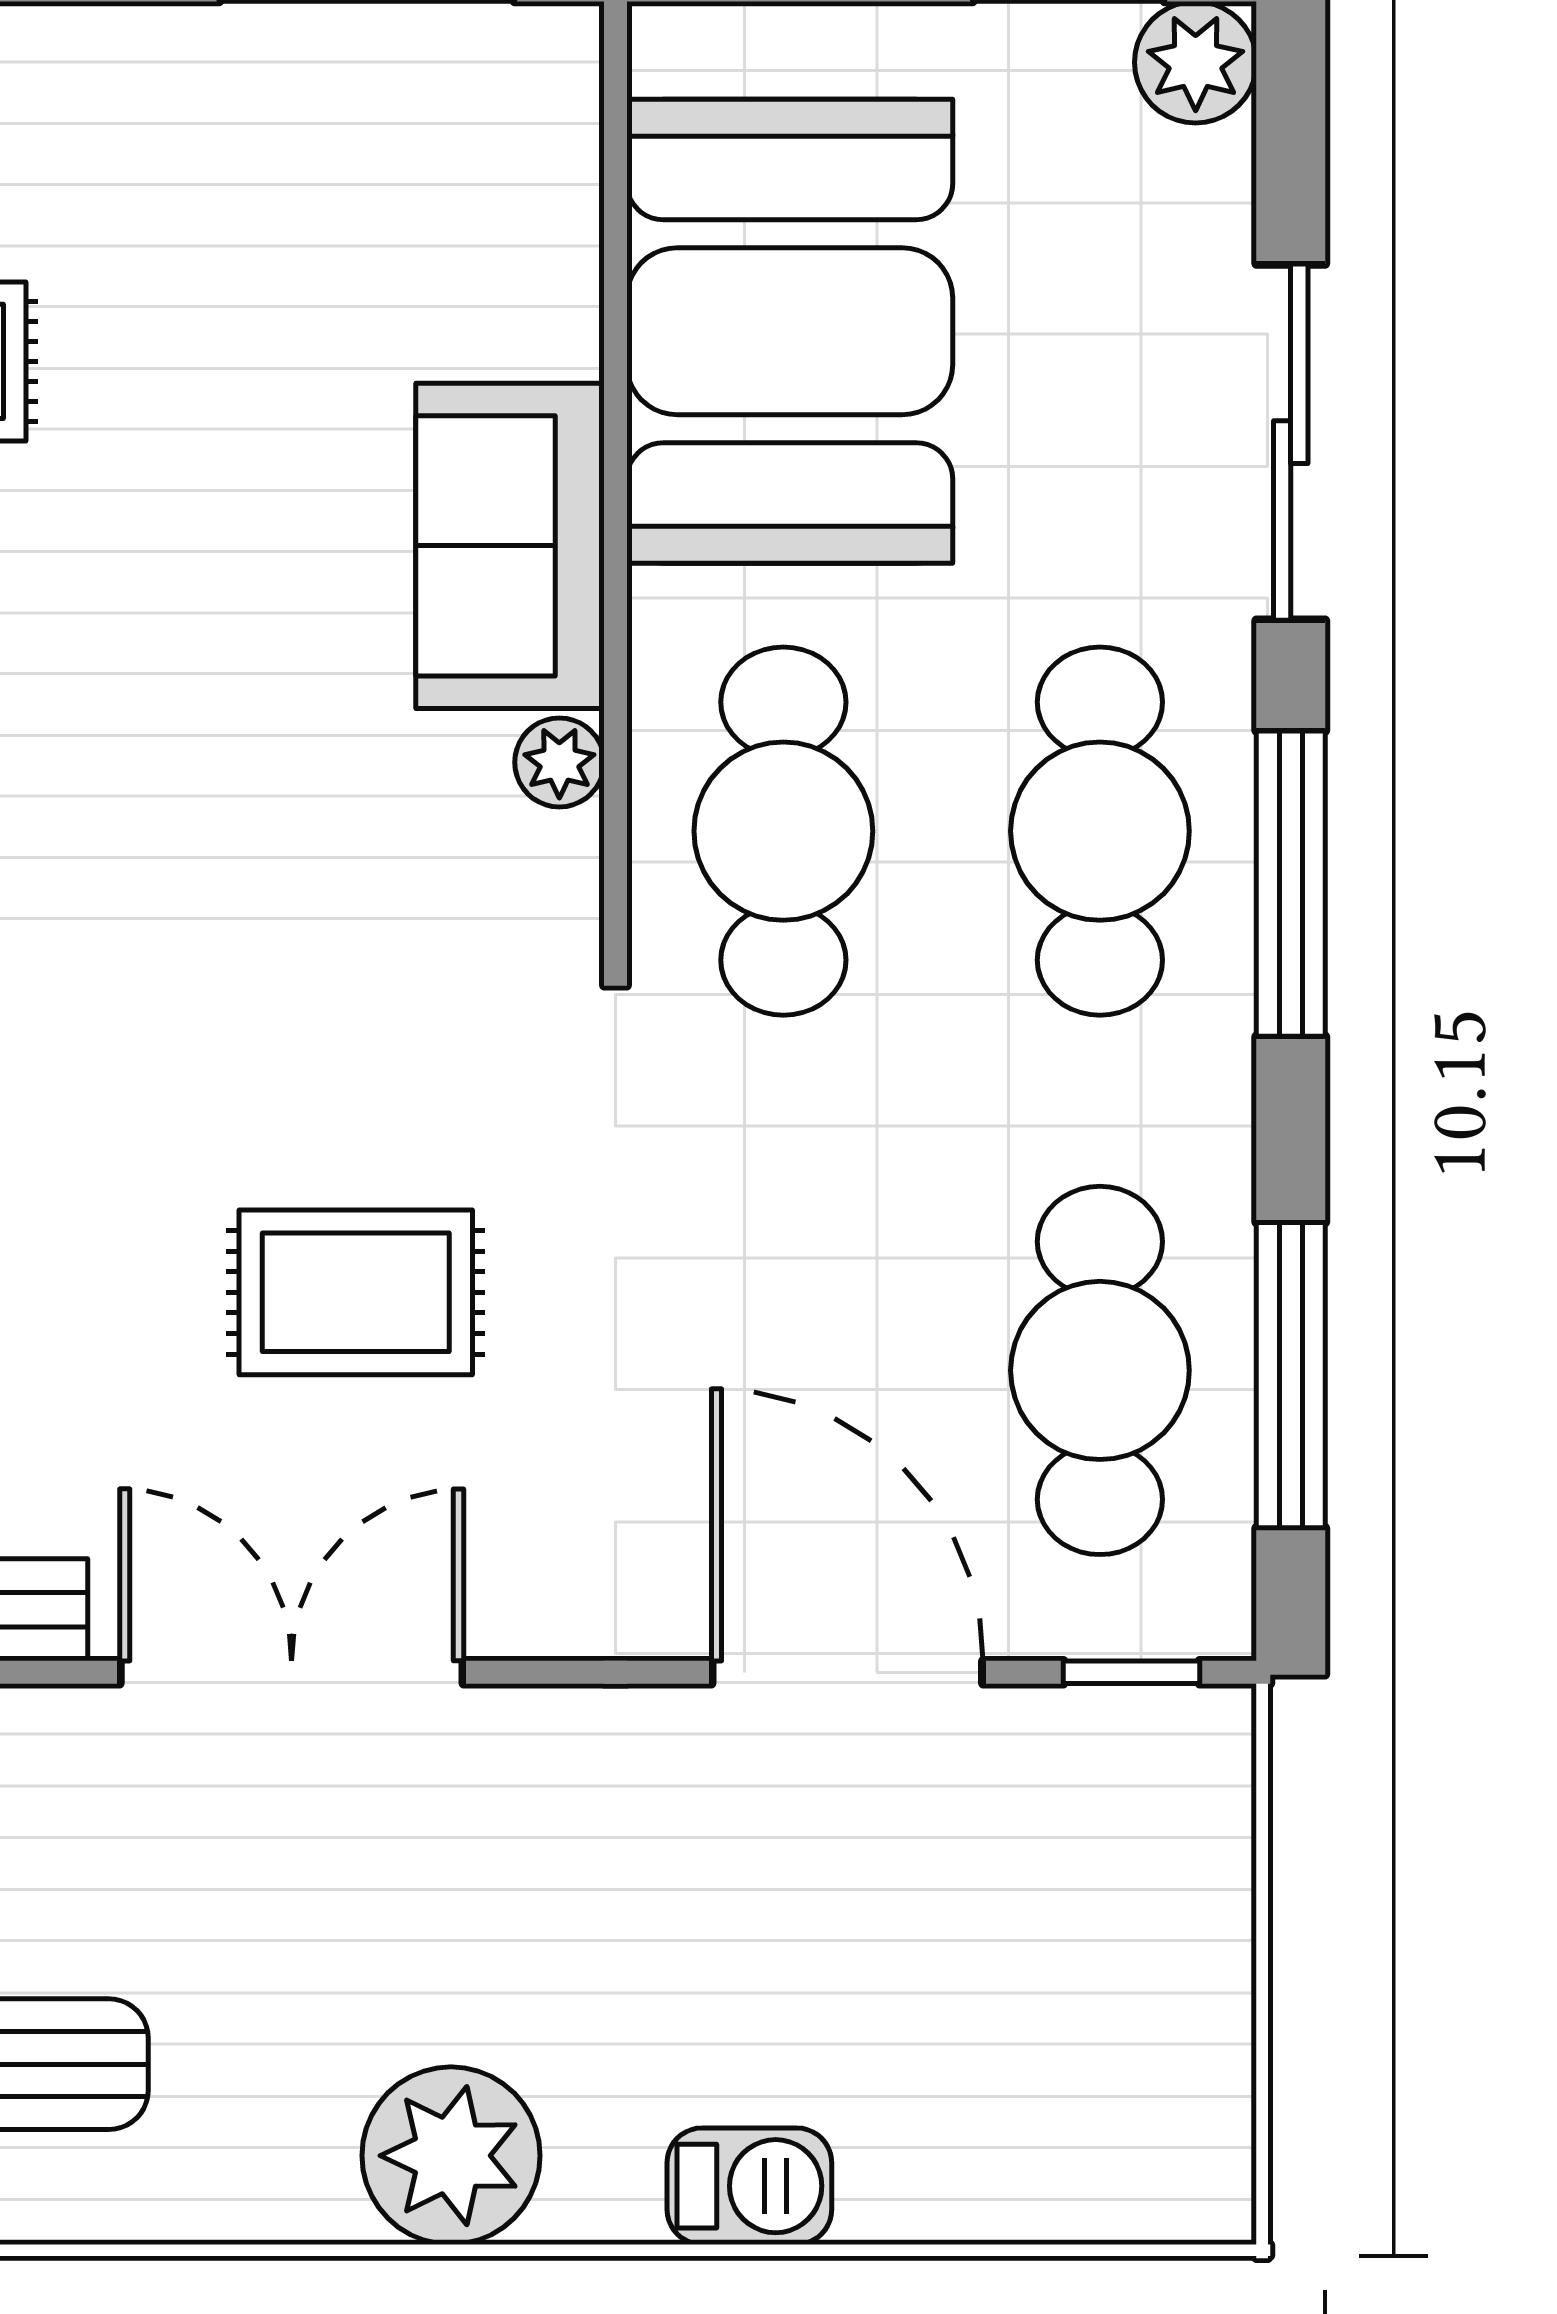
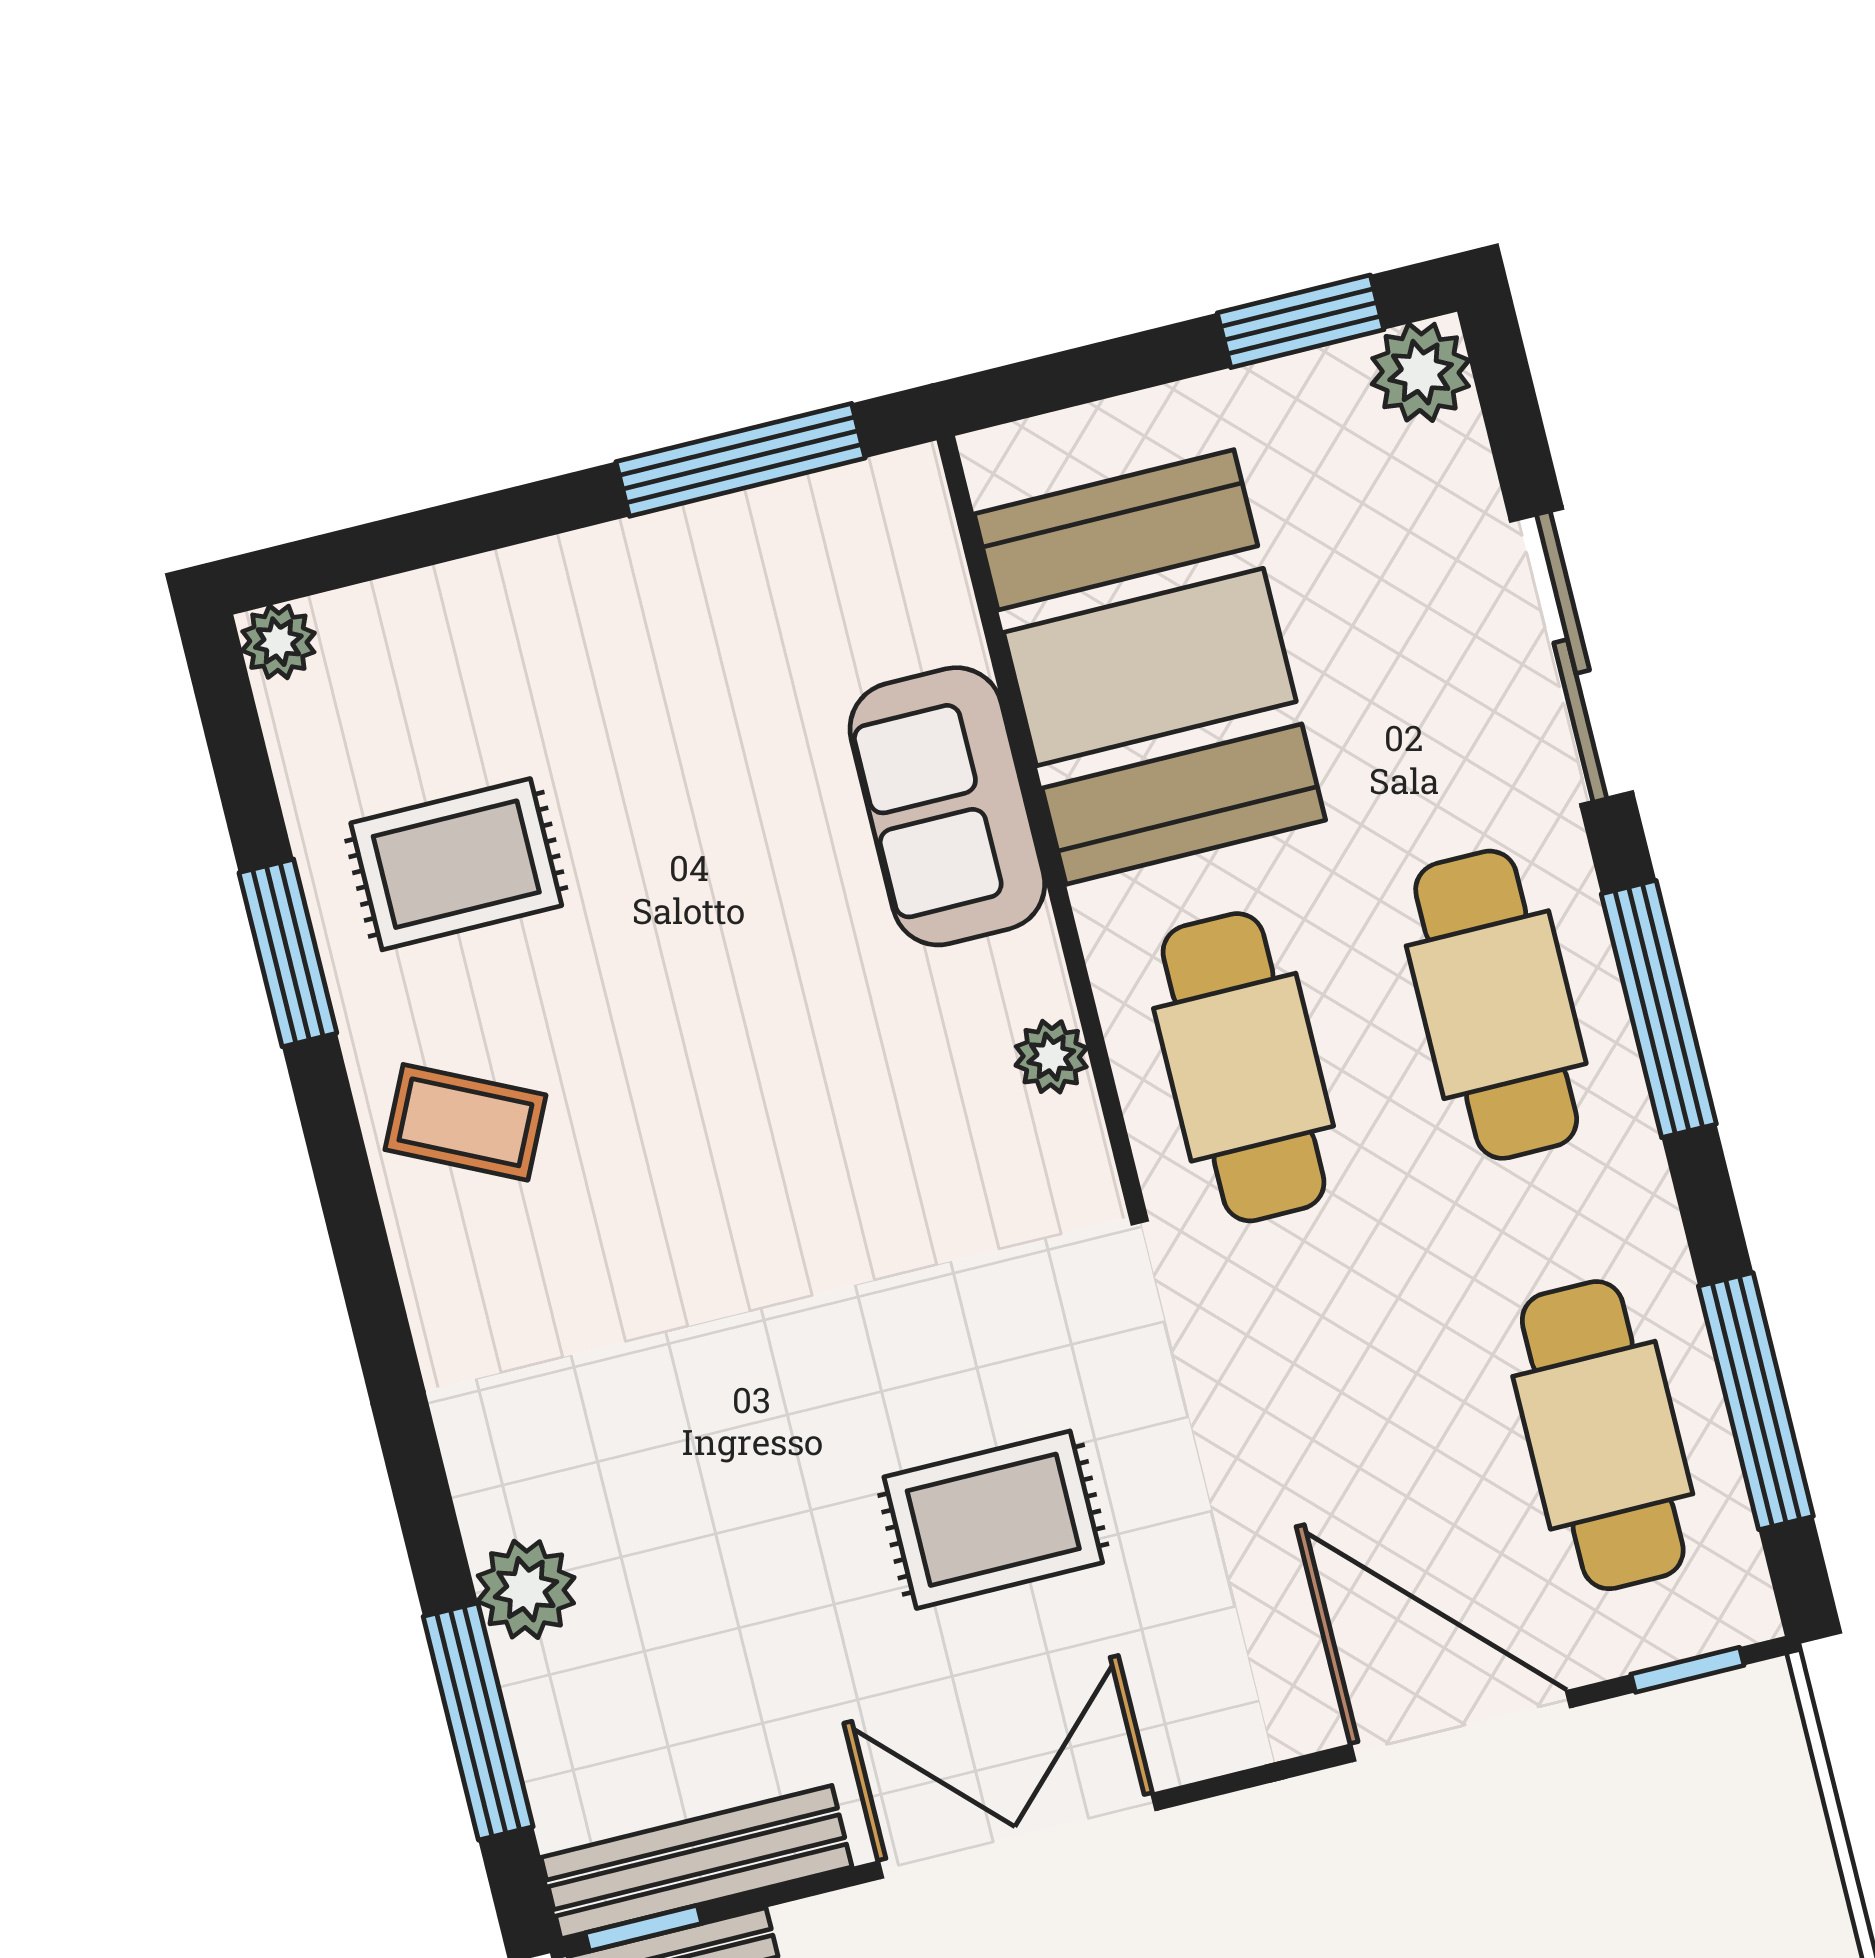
sofa: (510, 546) -> (947, 806), moved

